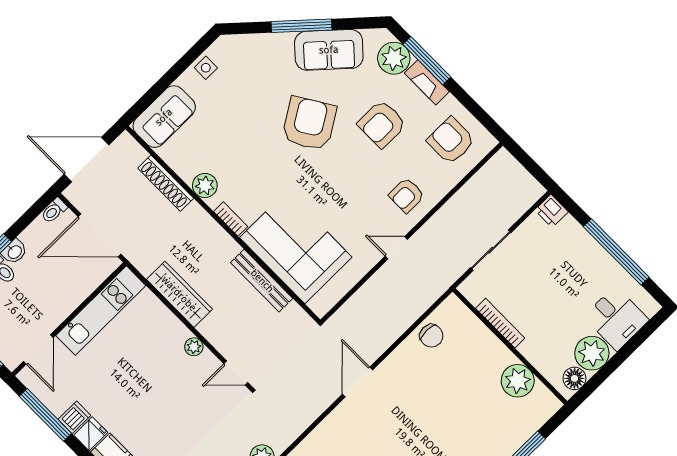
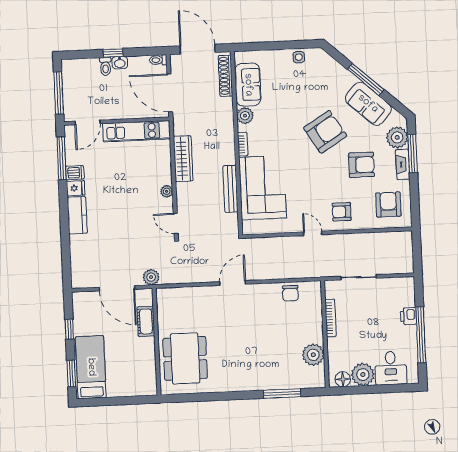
sofa: (164, 117) -> (248, 85), moved, turned -90
armchair: (382, 124) -> (361, 165), turned 180
shoe rack: (166, 183) -> (226, 76), moved
printer: (552, 211) -> (408, 316), moved

